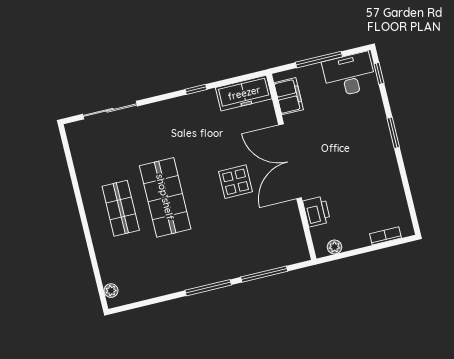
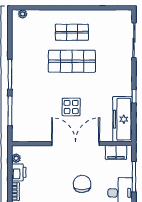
freezer: (244, 93) -> (122, 119), width x1.36, depth x1.26
chair: (349, 136) -> (82, 184), added
printer: (317, 212) -> (19, 172), moved, turned -90

